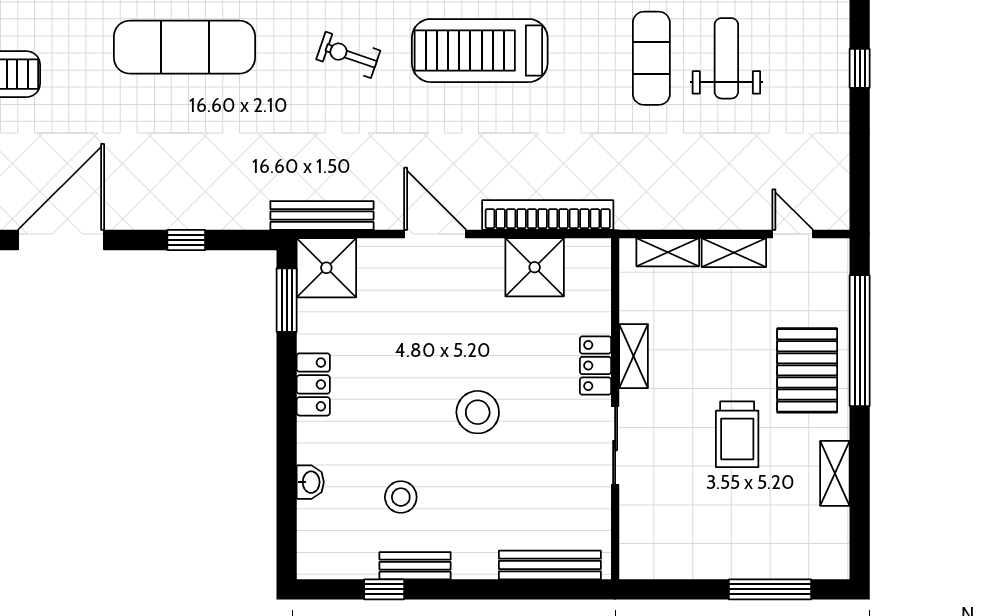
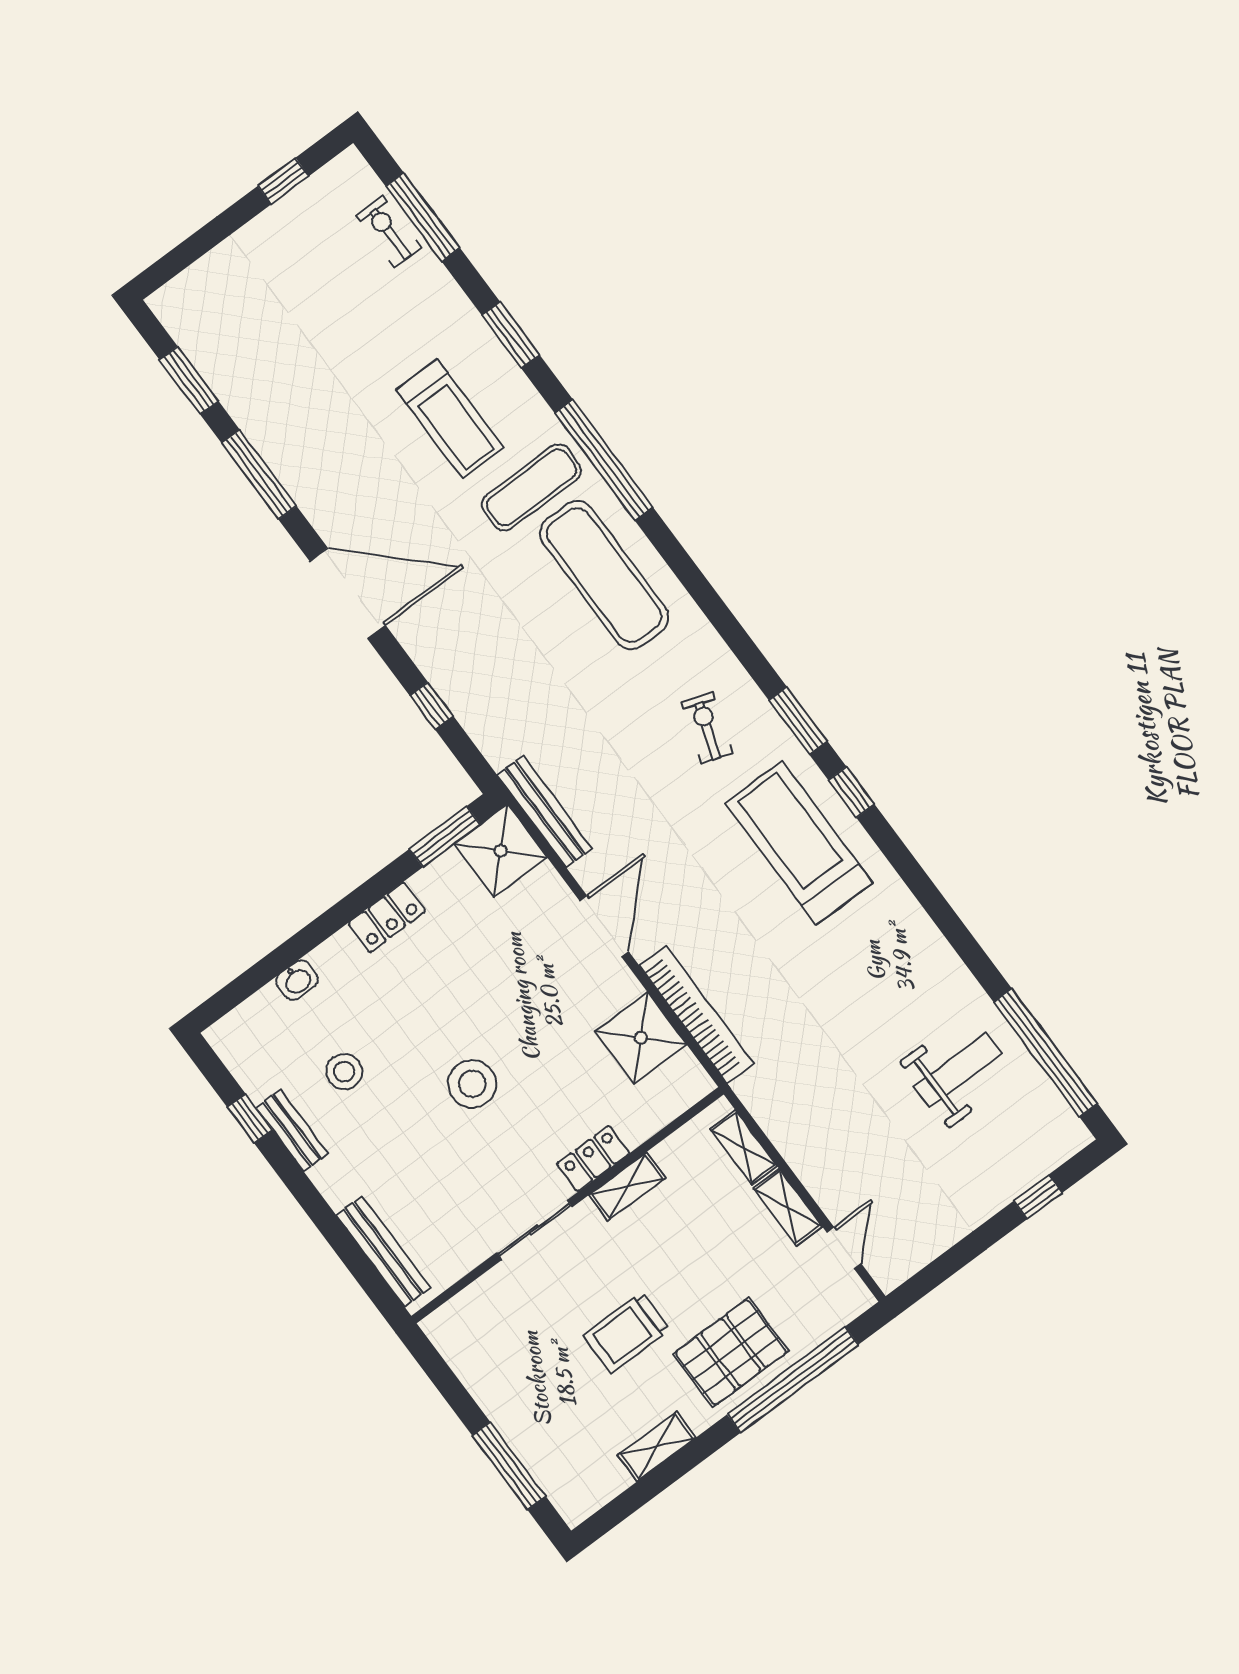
exercise mat: (651, 58) -> (532, 487), moved

